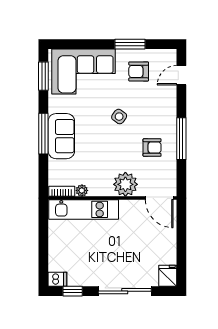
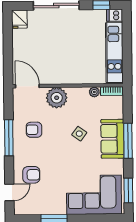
armchair: (139, 72) -> (31, 175), moved
side table: (119, 117) -> (79, 134), moved
kitchen unit: (84, 209) -> (114, 53), moved, turned -90

